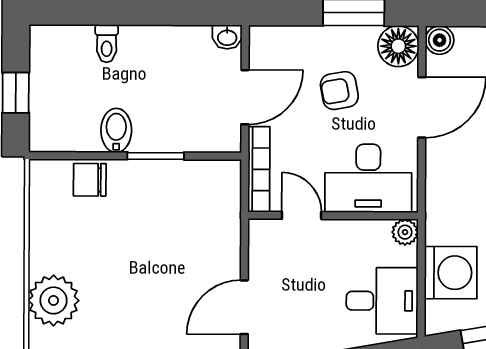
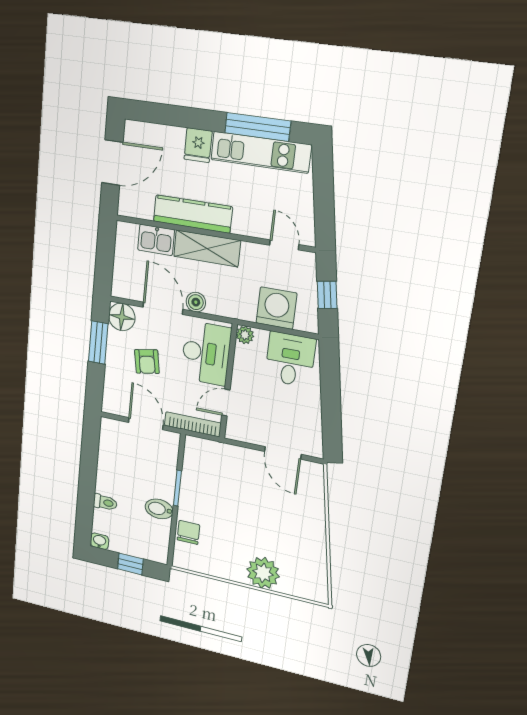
washbasin: (227, 37) -> (99, 541), moved, turned -90
boiler: (440, 40) -> (196, 302), moved
chair: (90, 180) -> (188, 532), turned 180

